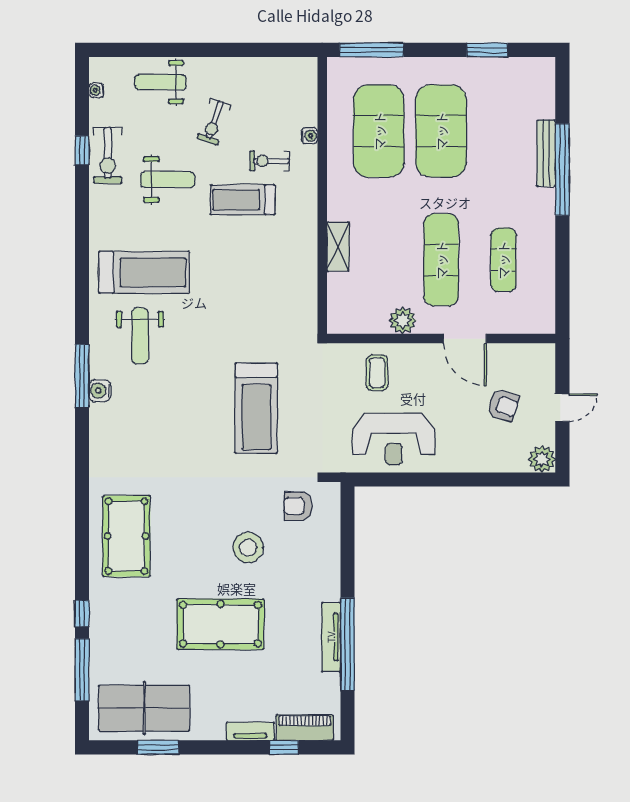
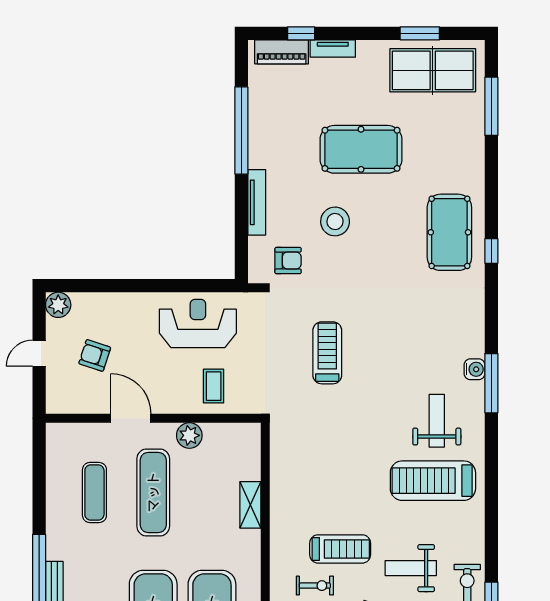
treadmill: (256, 408) -> (327, 353), width x0.73, depth x0.73
window: (82, 614) -> (491, 251), moved
tv unit: (331, 637) -> (257, 202), moved

